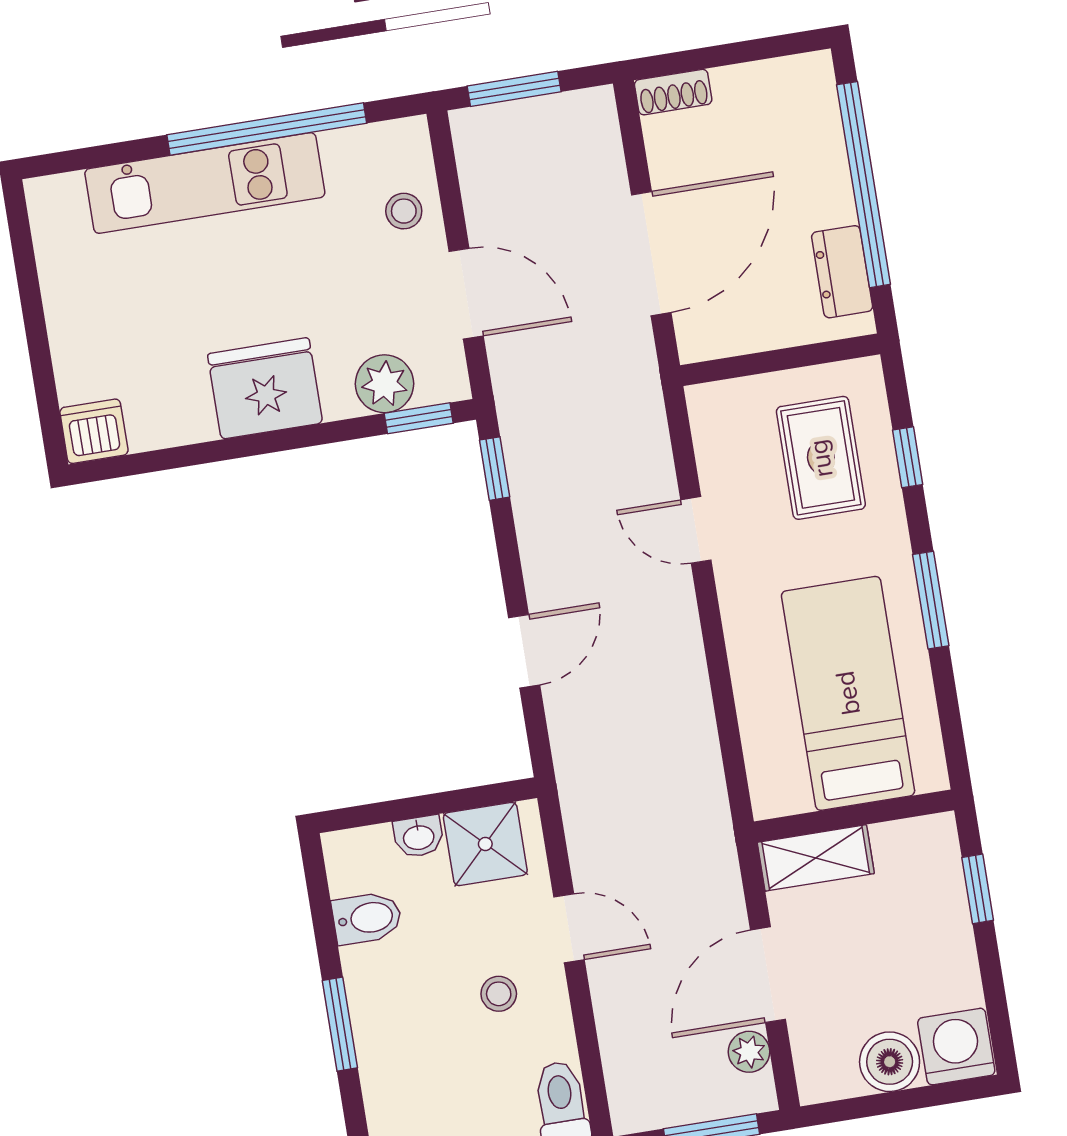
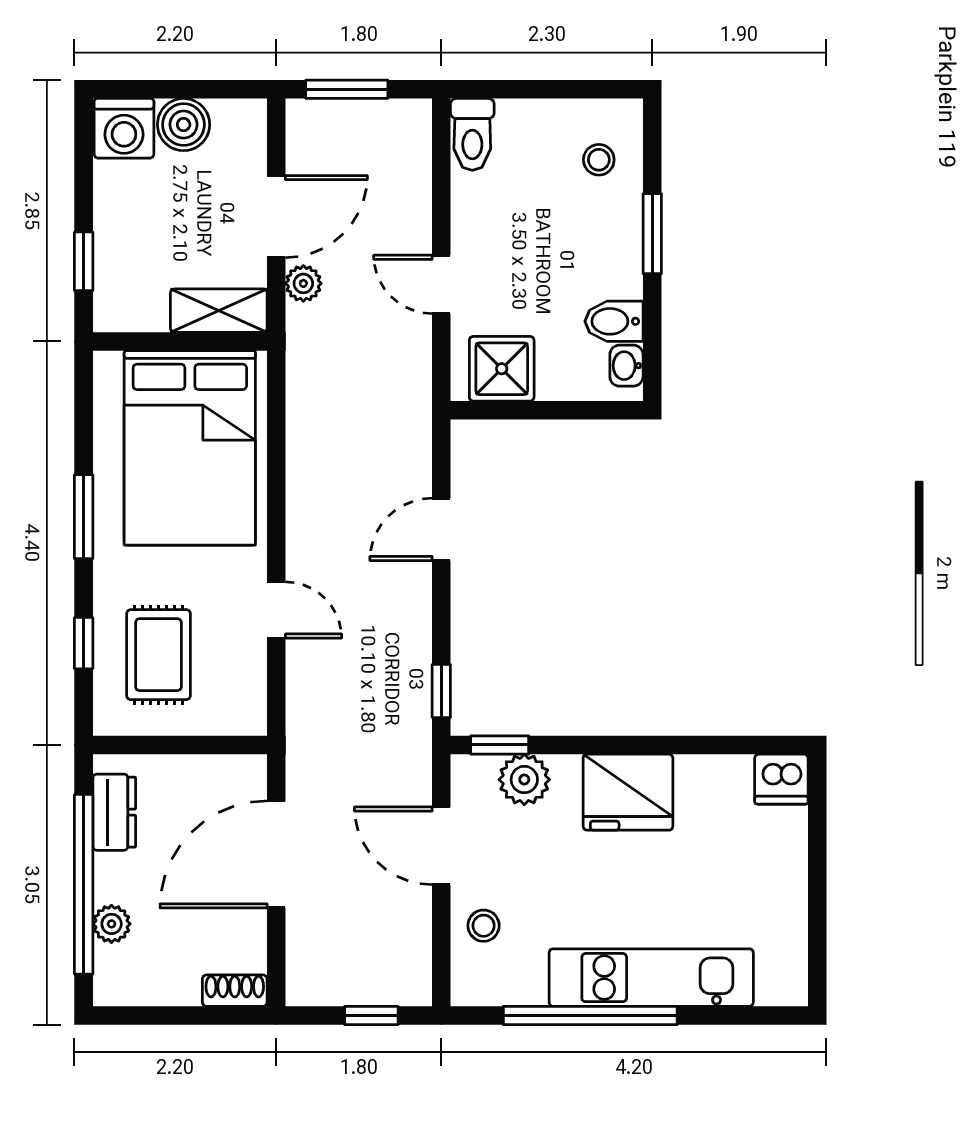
window: (514, 89) -> (371, 1016), width x0.67
plant: (825, 145) -> (112, 924), added
bed: (848, 693) -> (190, 448), width x1.50
washbasin: (418, 837) -> (626, 366), moved, turned -90
stool: (499, 994) -> (599, 160), moved
plant: (749, 1052) -> (303, 283), moved

